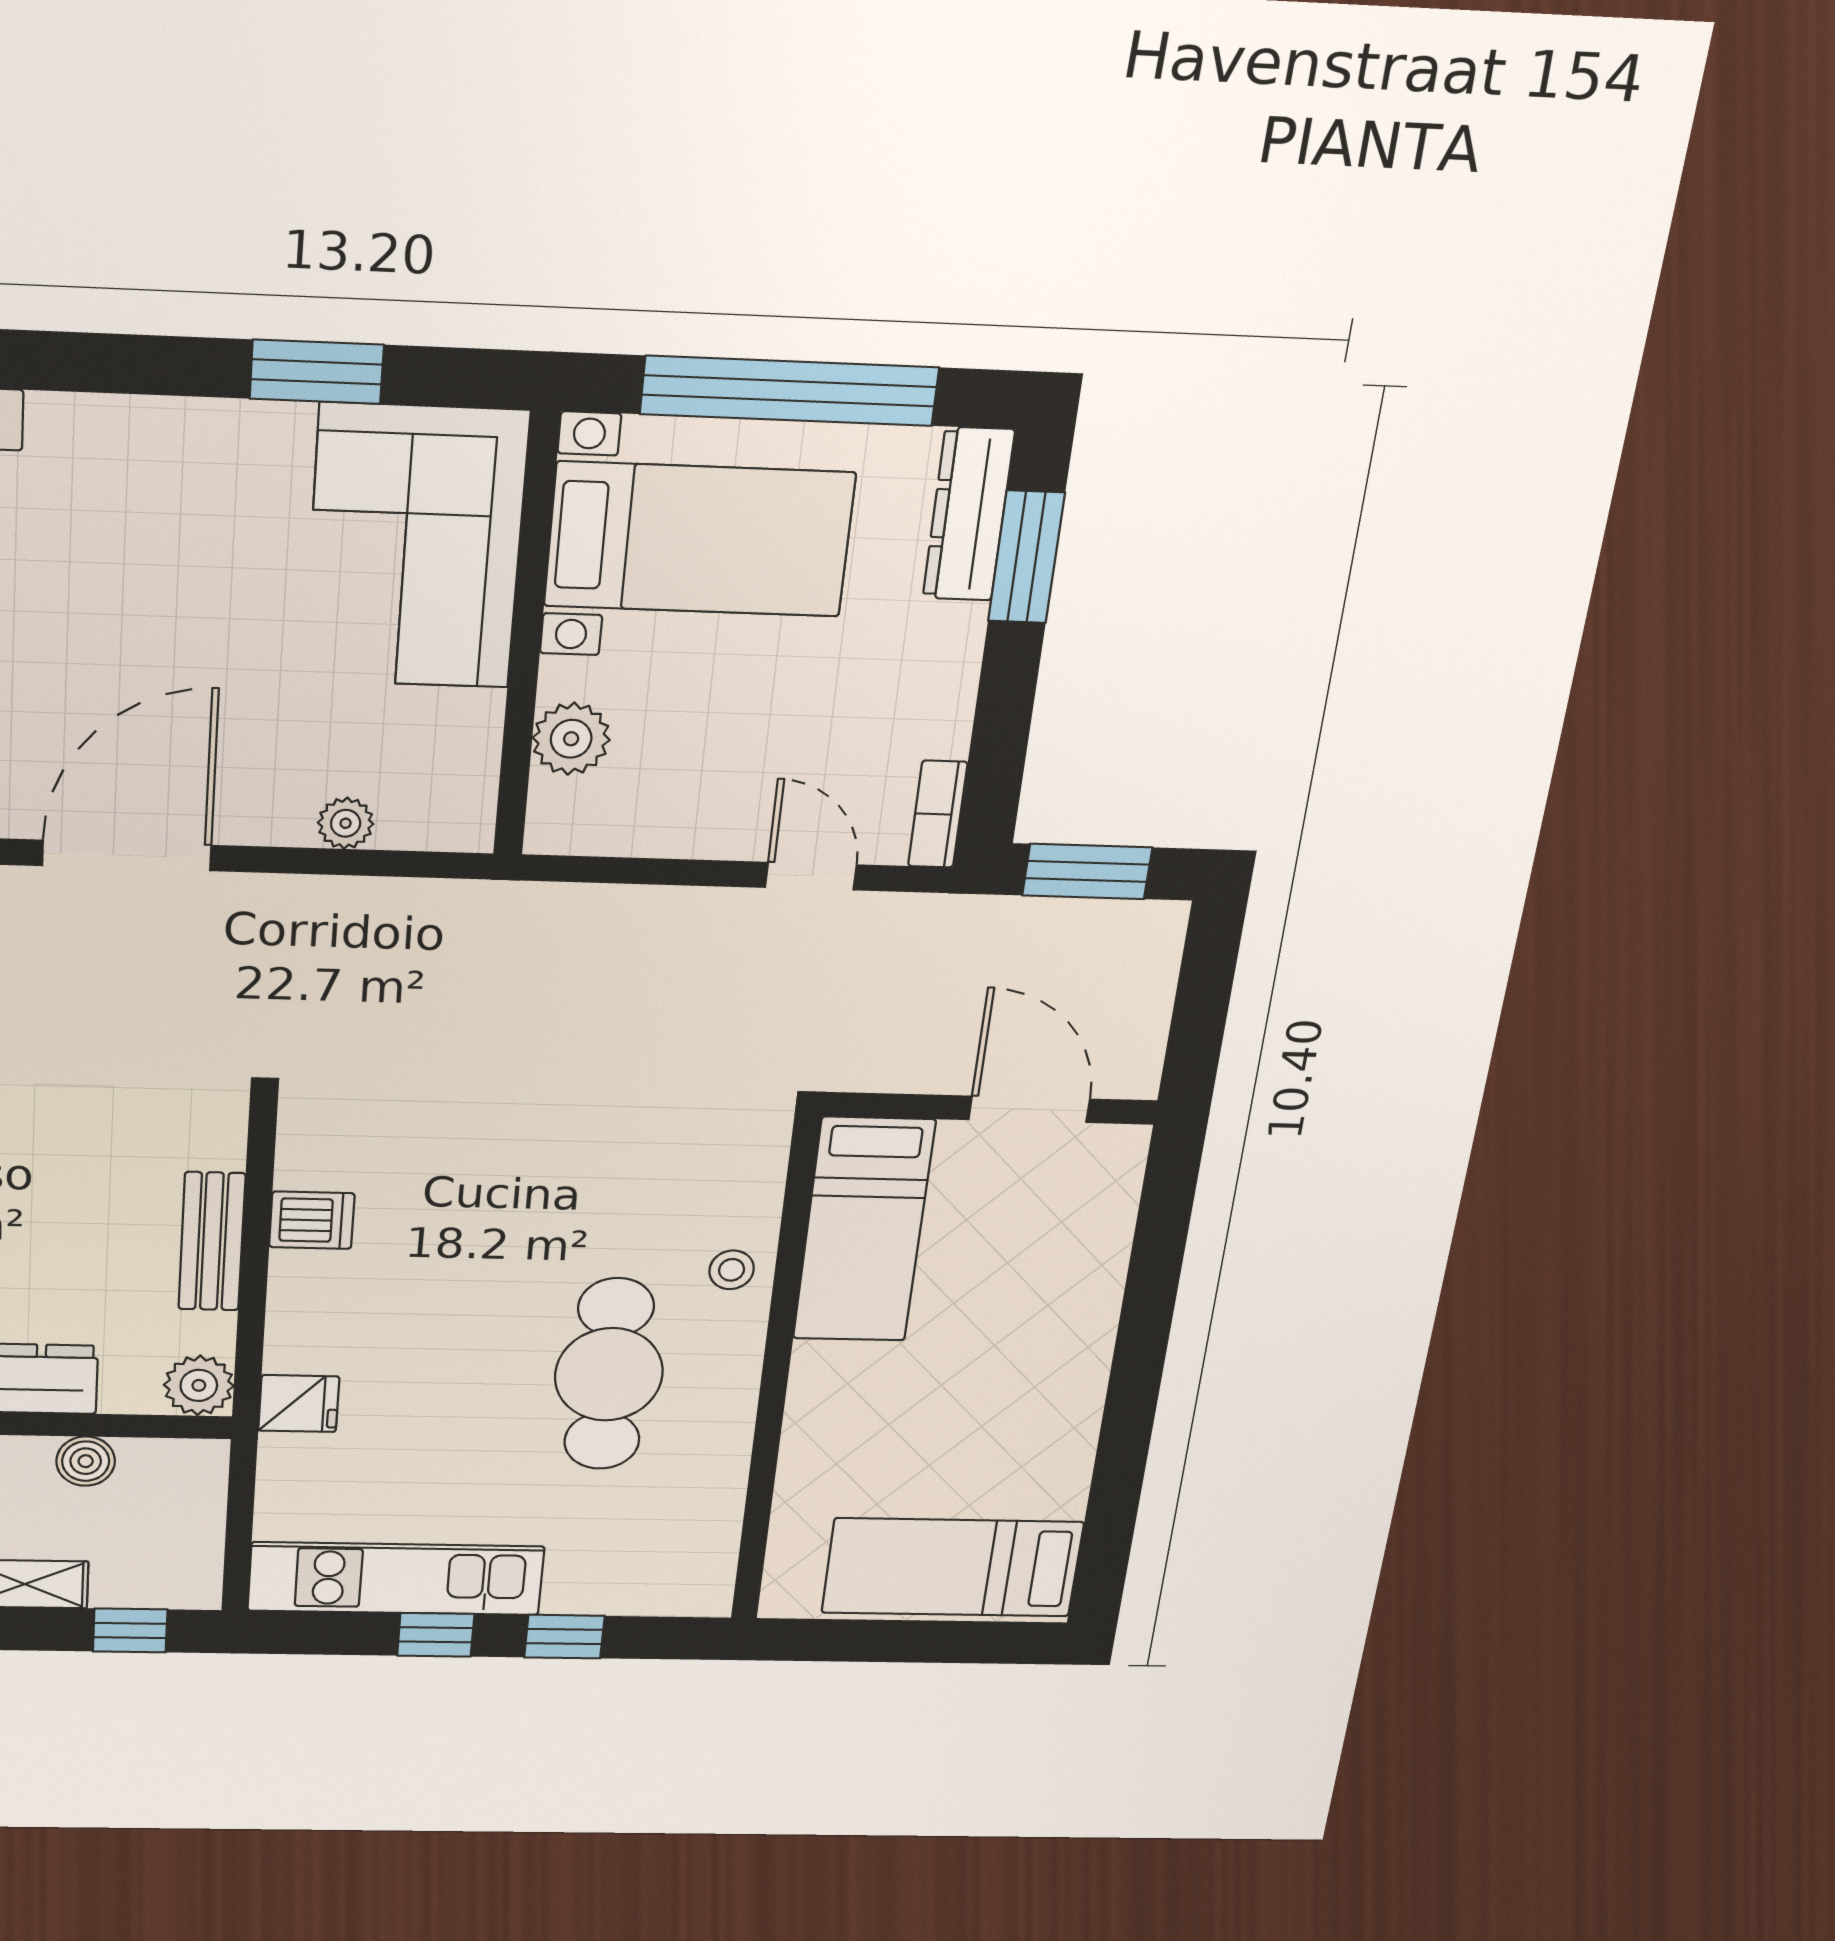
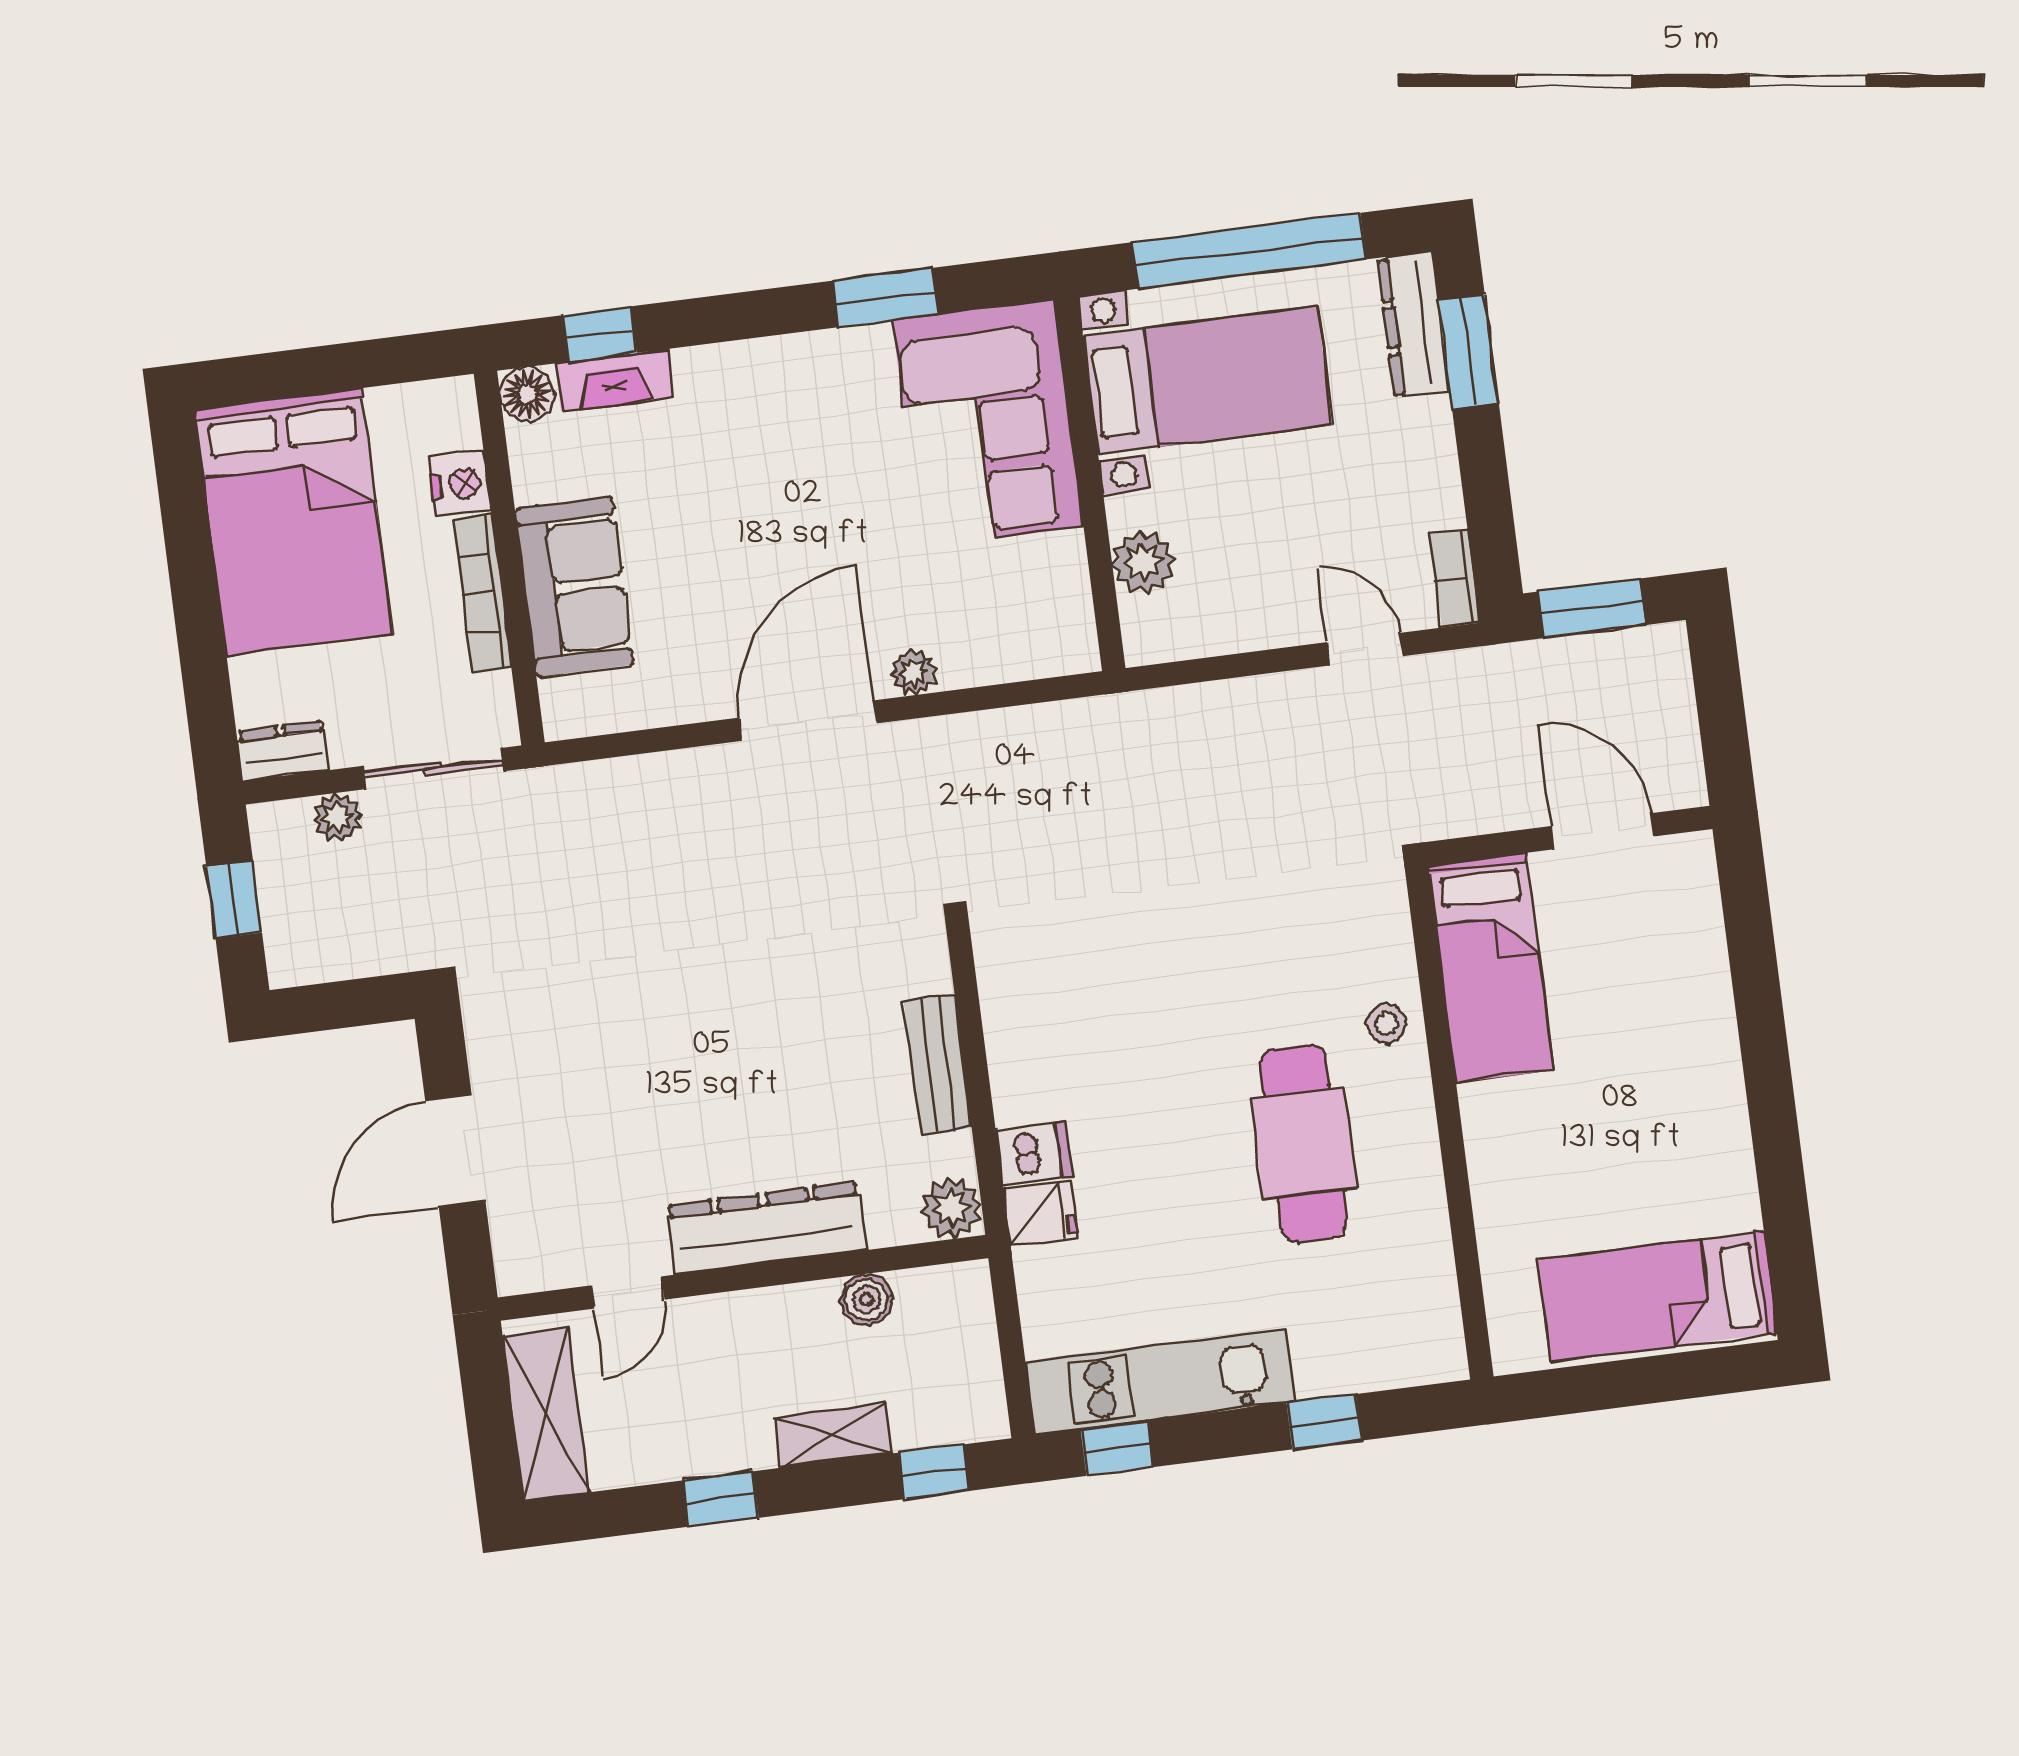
plant: (346, 823) -> (914, 672), moved
dishwasher: (312, 1220) -> (1034, 1153), moved
window: (436, 1635) -> (1117, 1448), moved

